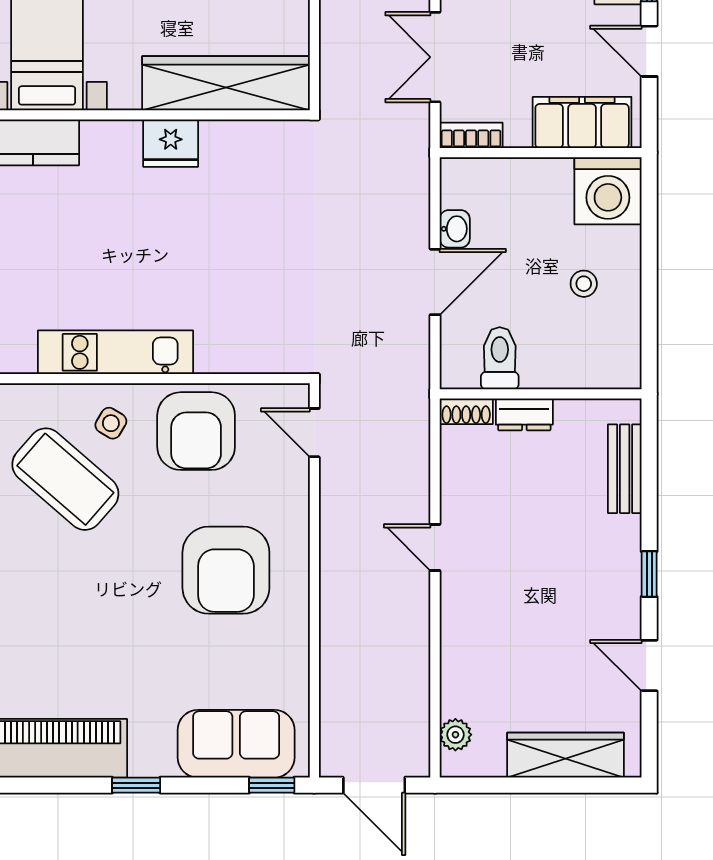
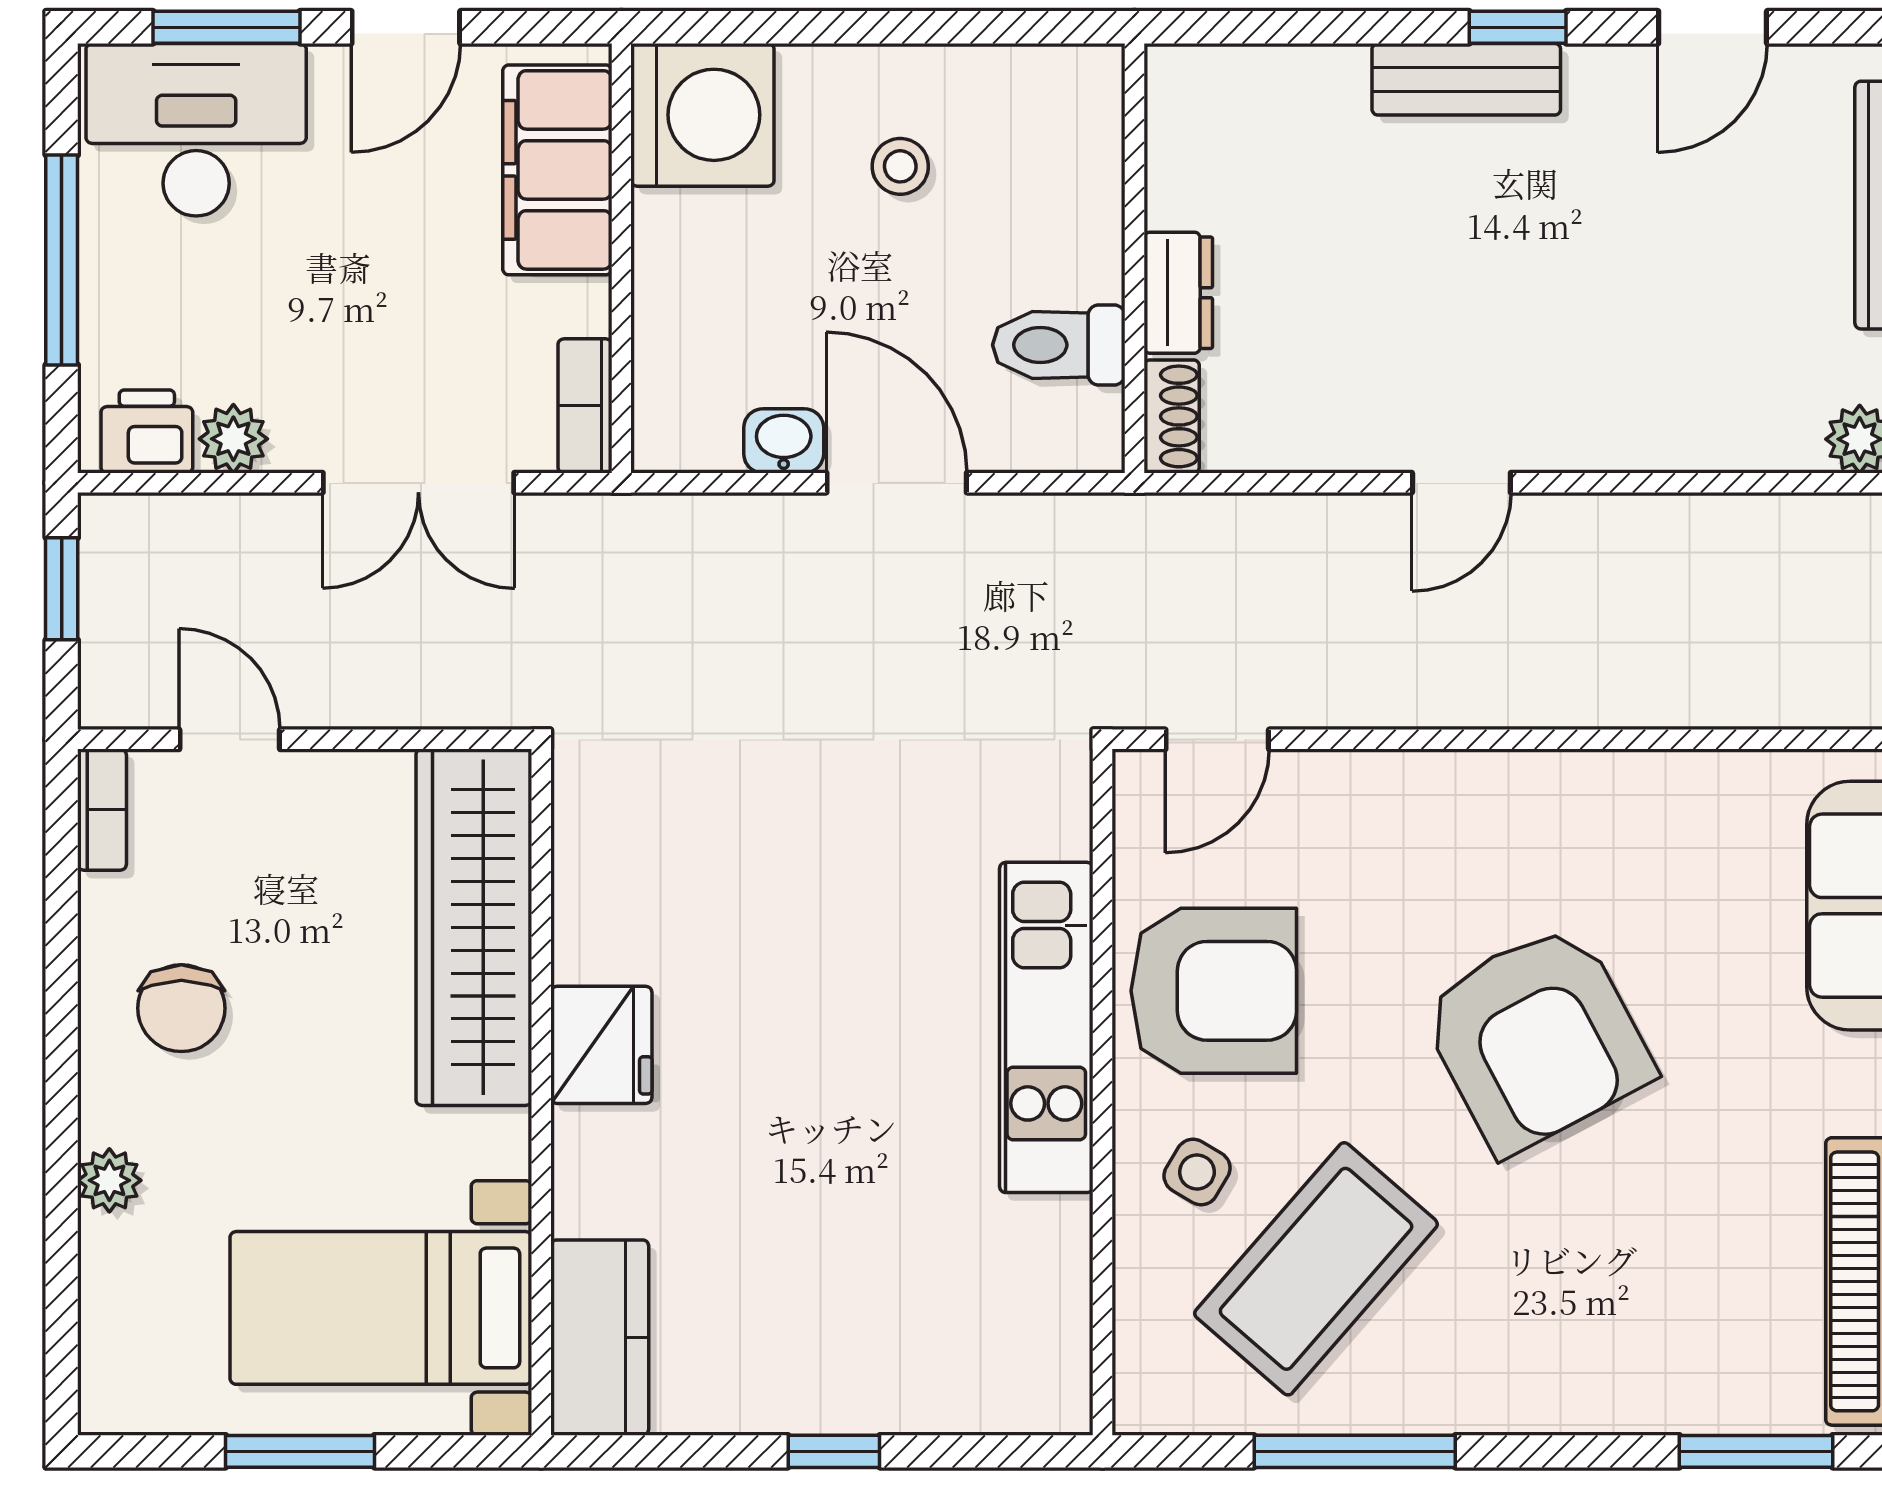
kitchen unit: (116, 352) -> (1046, 1027), moved
bench: (625, 469) -> (1466, 79), moved
armchair: (226, 570) -> (1536, 1038), moved, turned 62

